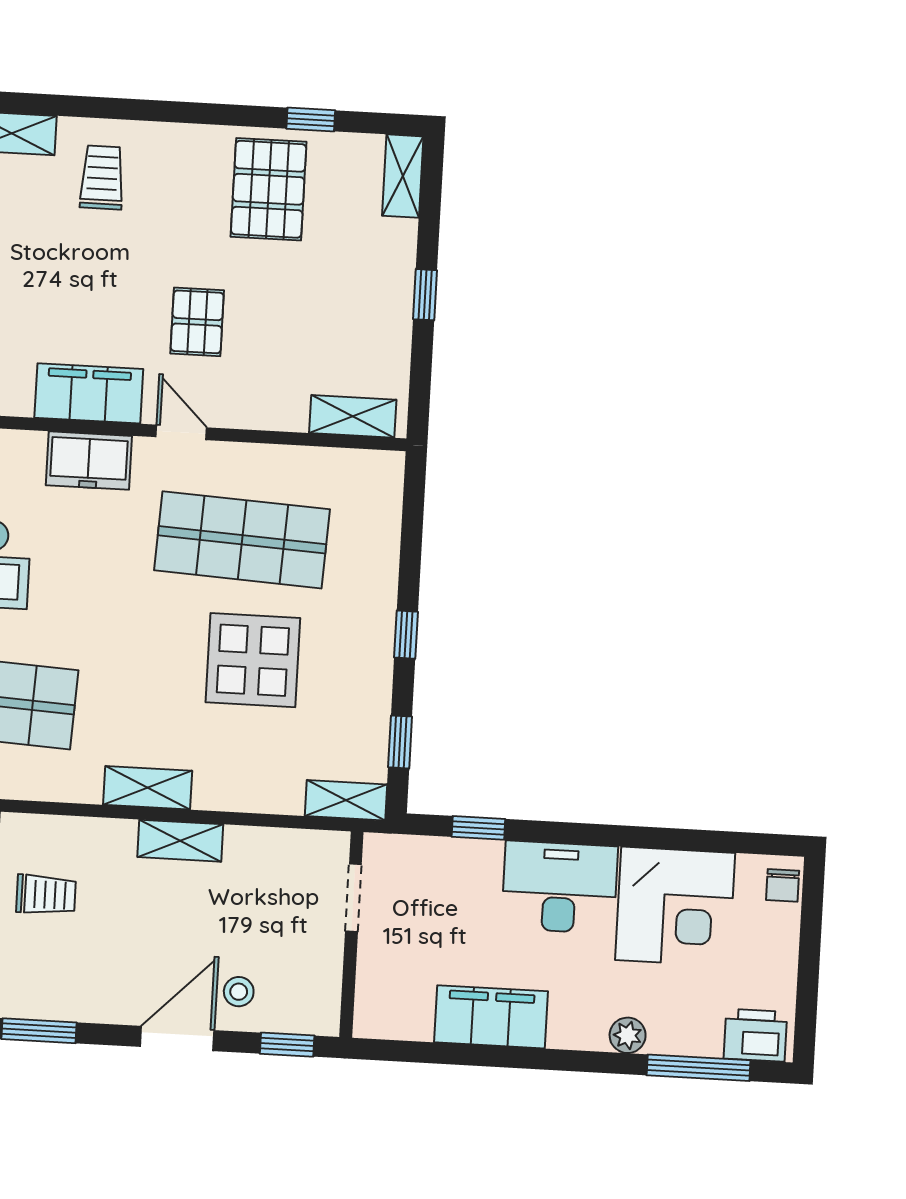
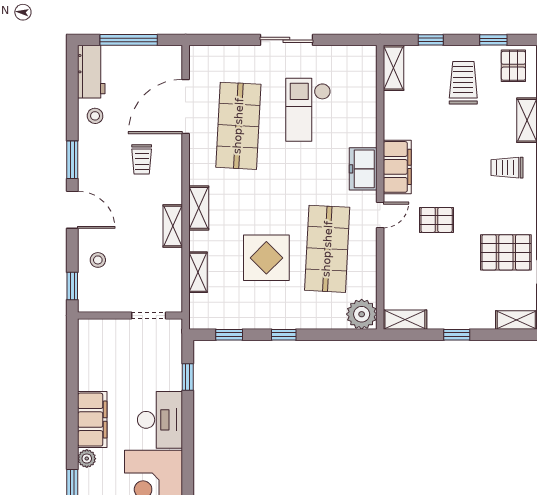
trolley: (102, 177) -> (507, 168), turned 180
shelving: (353, 416) -> (405, 320), moved, turned 90
plant: (374, 479) -> (362, 314), added
shelving: (346, 800) -> (198, 272), moved
filing cabinet: (491, 1017) -> (92, 420), moved
door: (177, 1039) -> (72, 210), moved

